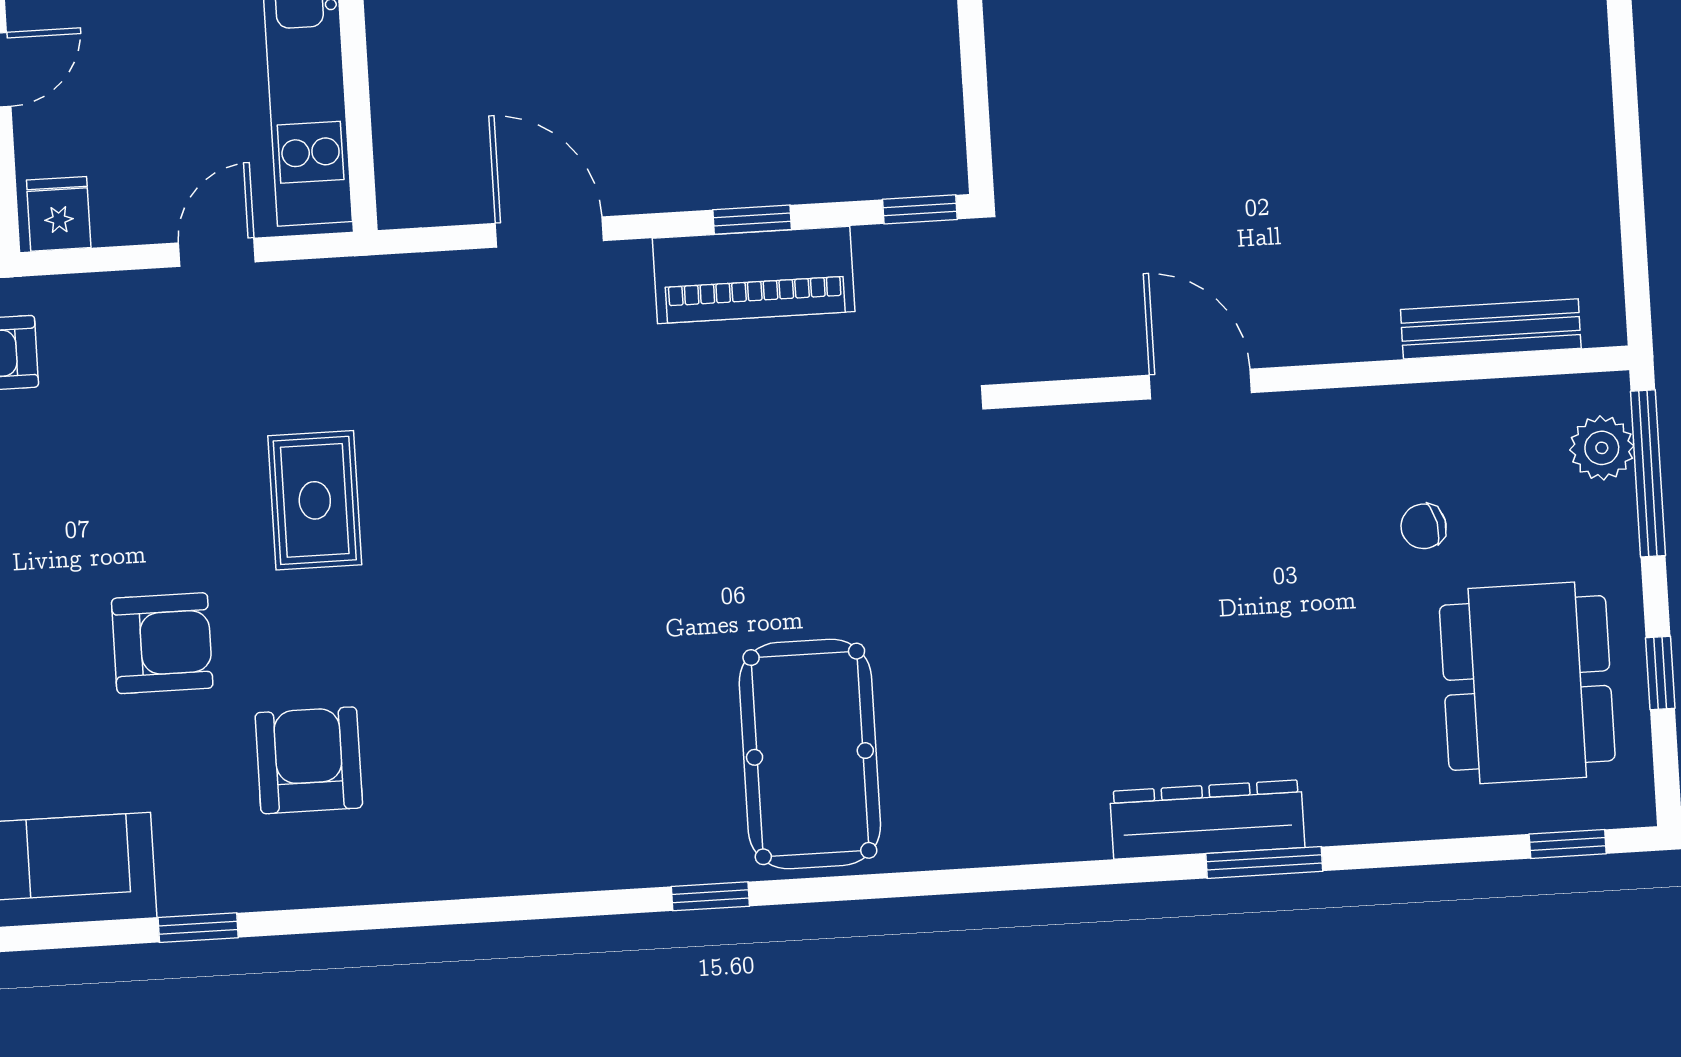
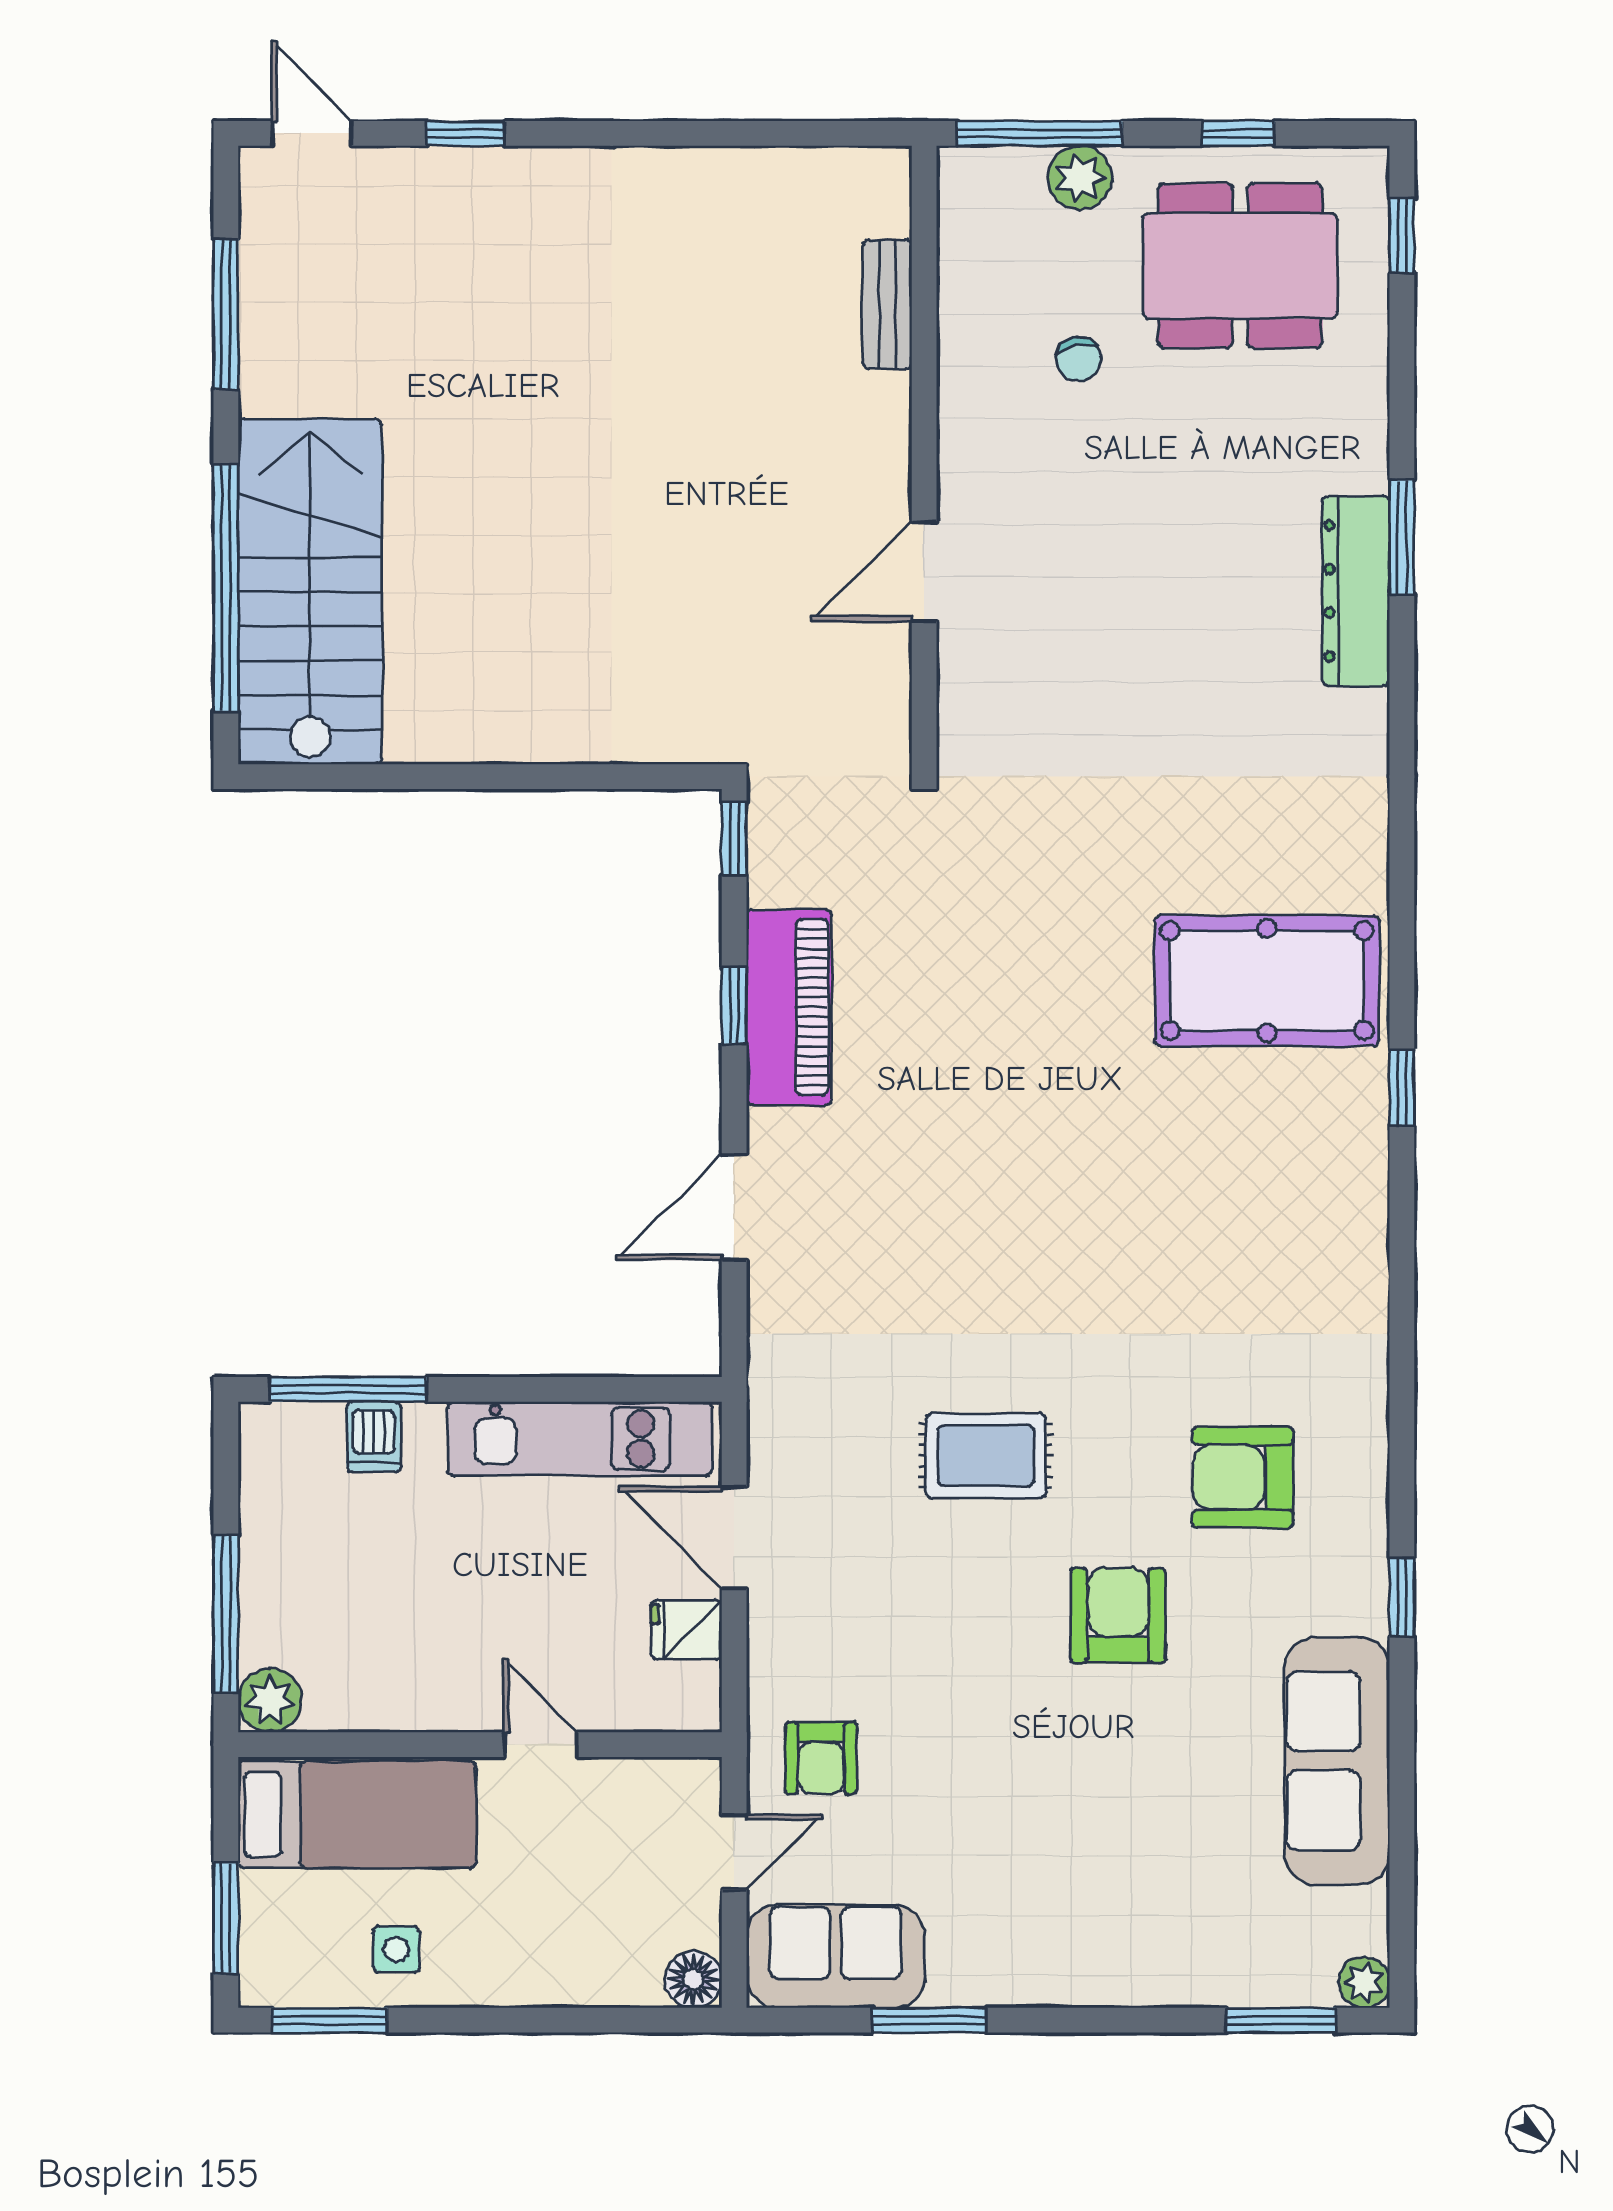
fridge: (59, 214) -> (686, 1630), moved
door: (217, 252) -> (734, 1538), width x1.38
bench: (1491, 329) -> (887, 304), width x0.73
plant: (1602, 448) -> (1080, 178), moved

